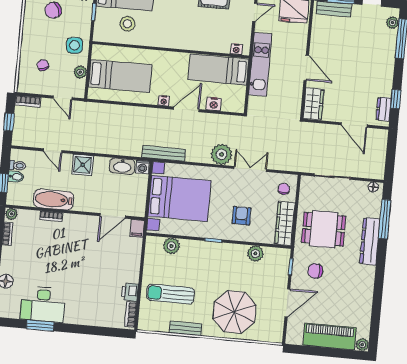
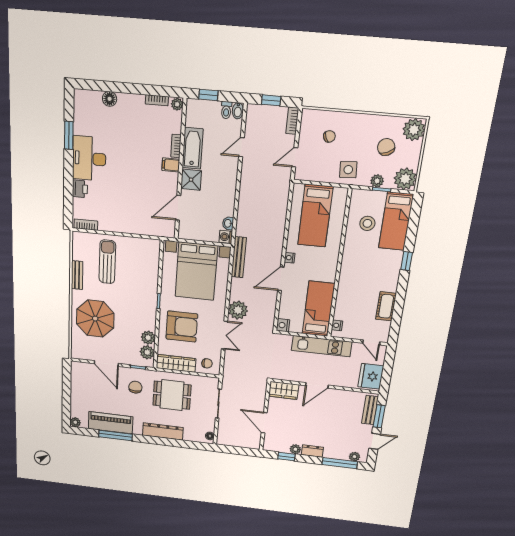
plant: (80, 72) -> (377, 181), moved
plant: (386, 89) -> (295, 449), added
nightstand: (214, 104) -> (283, 325), moved
door: (186, 109) -> (281, 279), swing flipped
dresser: (384, 109) -> (312, 451), moved
door: (354, 125) -> (264, 423), hinge flipped
shower: (83, 165) -> (191, 180), moved
washbasin: (122, 166) -> (228, 223), width x0.52, depth x0.69
bidet: (16, 177) -> (238, 111), moved
door: (113, 216) -> (178, 208), hinge flipped
armchair: (242, 216) -> (182, 327), width x1.88, depth x1.88
window: (385, 219) -> (116, 435), moved
filing cabinet: (137, 228) -> (171, 165), moved
dining table: (324, 229) -> (172, 395), turned 90
plant: (171, 246) -> (147, 352), moved
printer: (130, 292) -> (80, 189), moved, turned 90
desk: (43, 304) -> (89, 159), moved
piano: (330, 337) -> (111, 423), moved, turned -90

